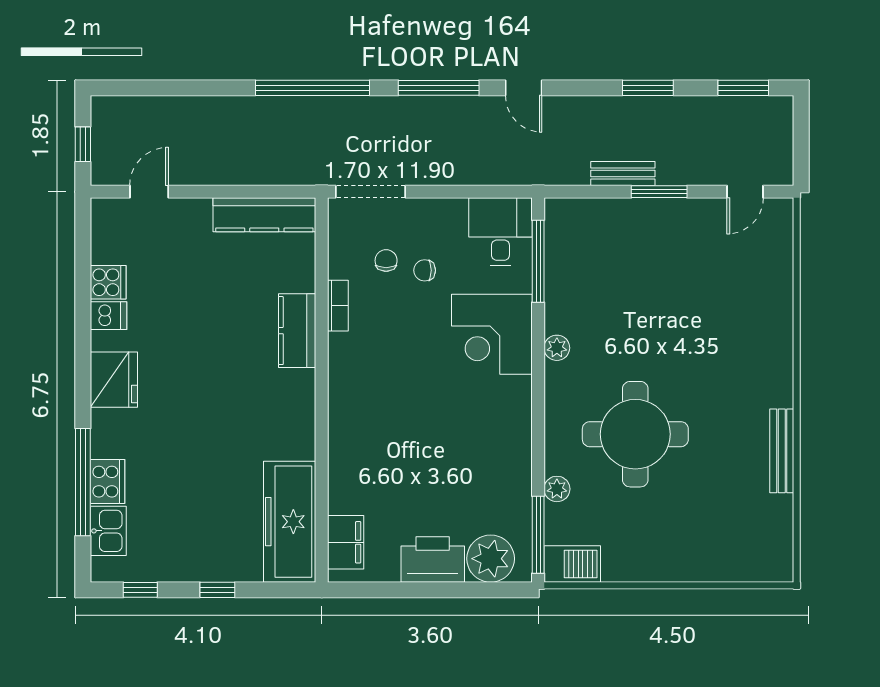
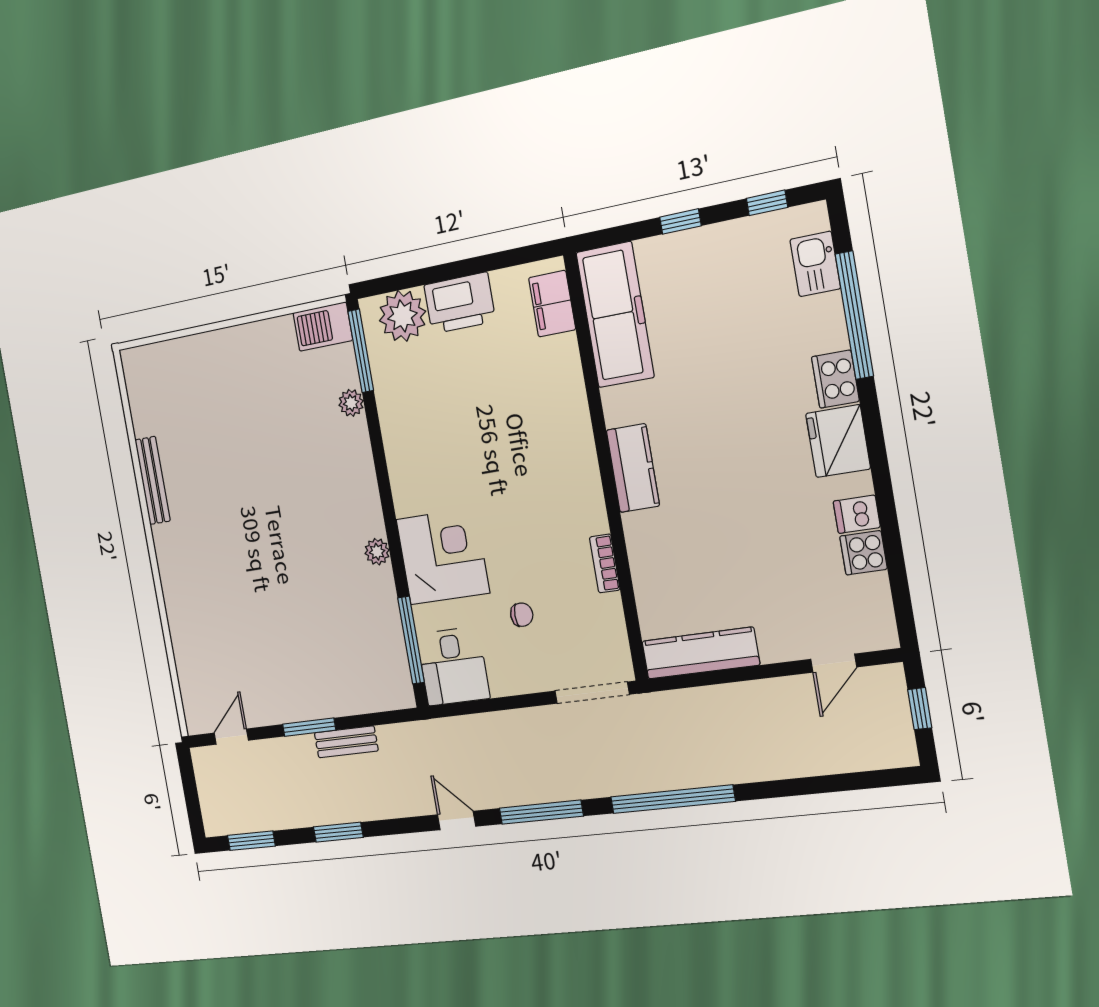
chair: (386, 261) -> (563, 620), removed
kitchen counter: (297, 331) -> (633, 468), moved
round table: (635, 434) -> (287, 474), removed
cooker: (107, 482) -> (835, 379), moved

